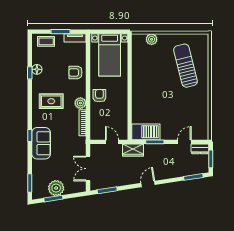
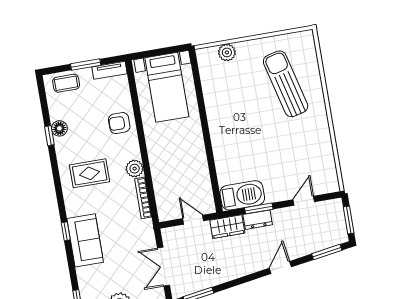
armchair: (99, 96) -> (162, 152), removed
dresser: (200, 149) -> (258, 220), moved
door: (148, 184) -> (280, 267), moved

